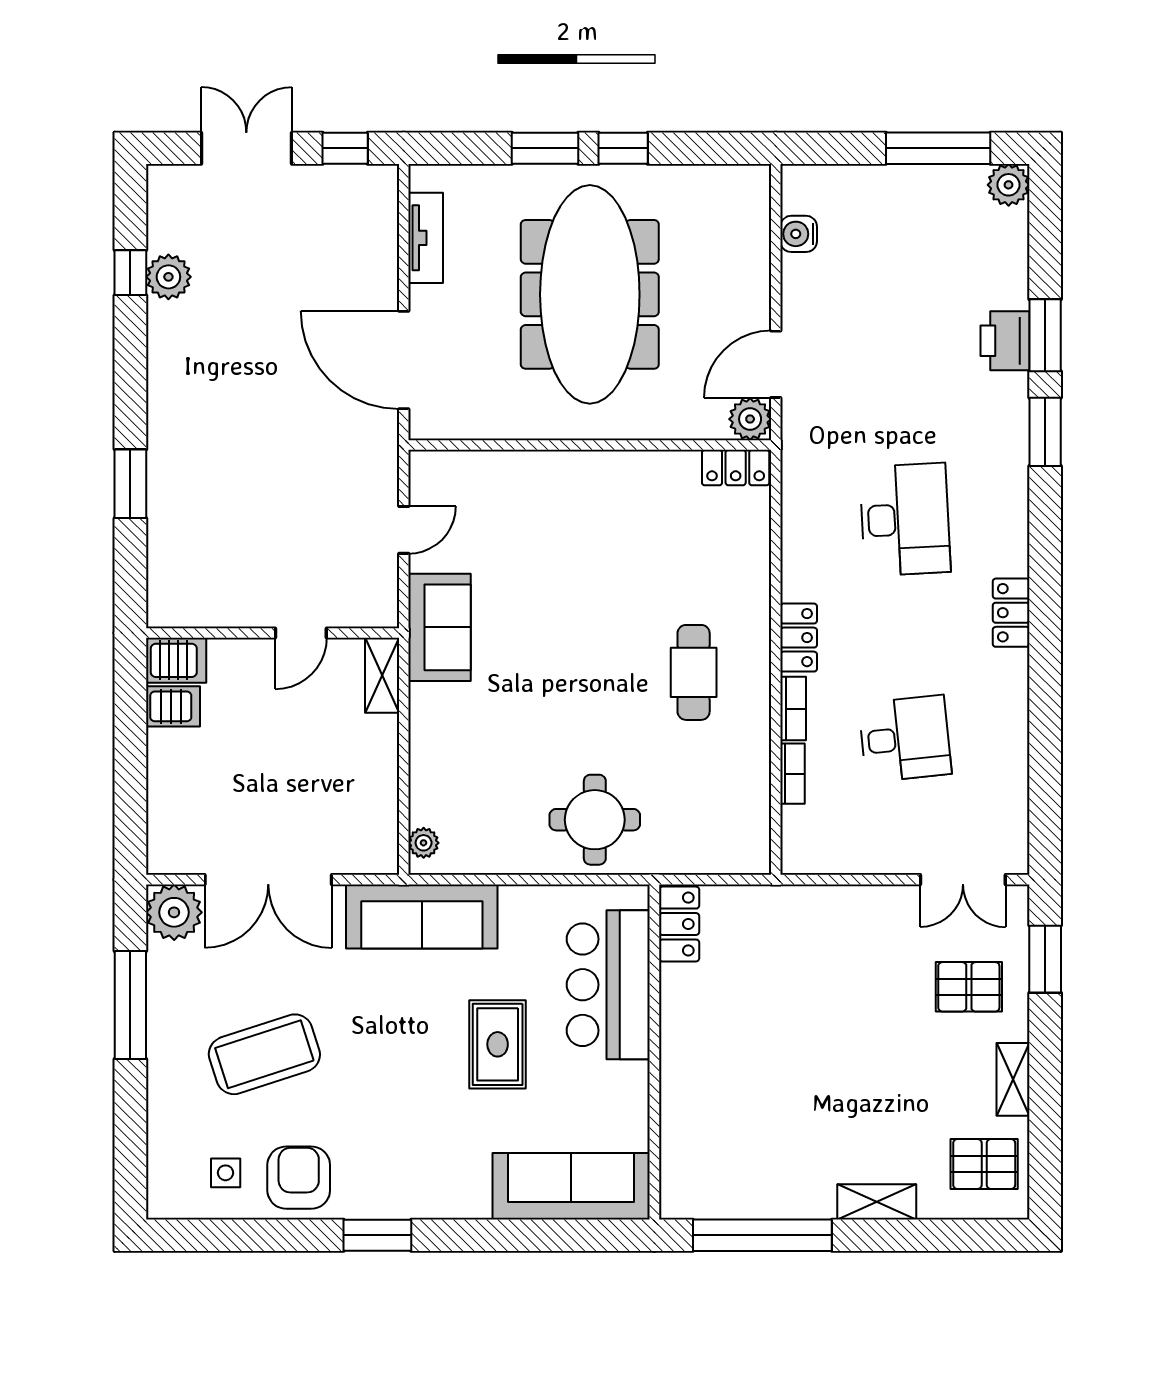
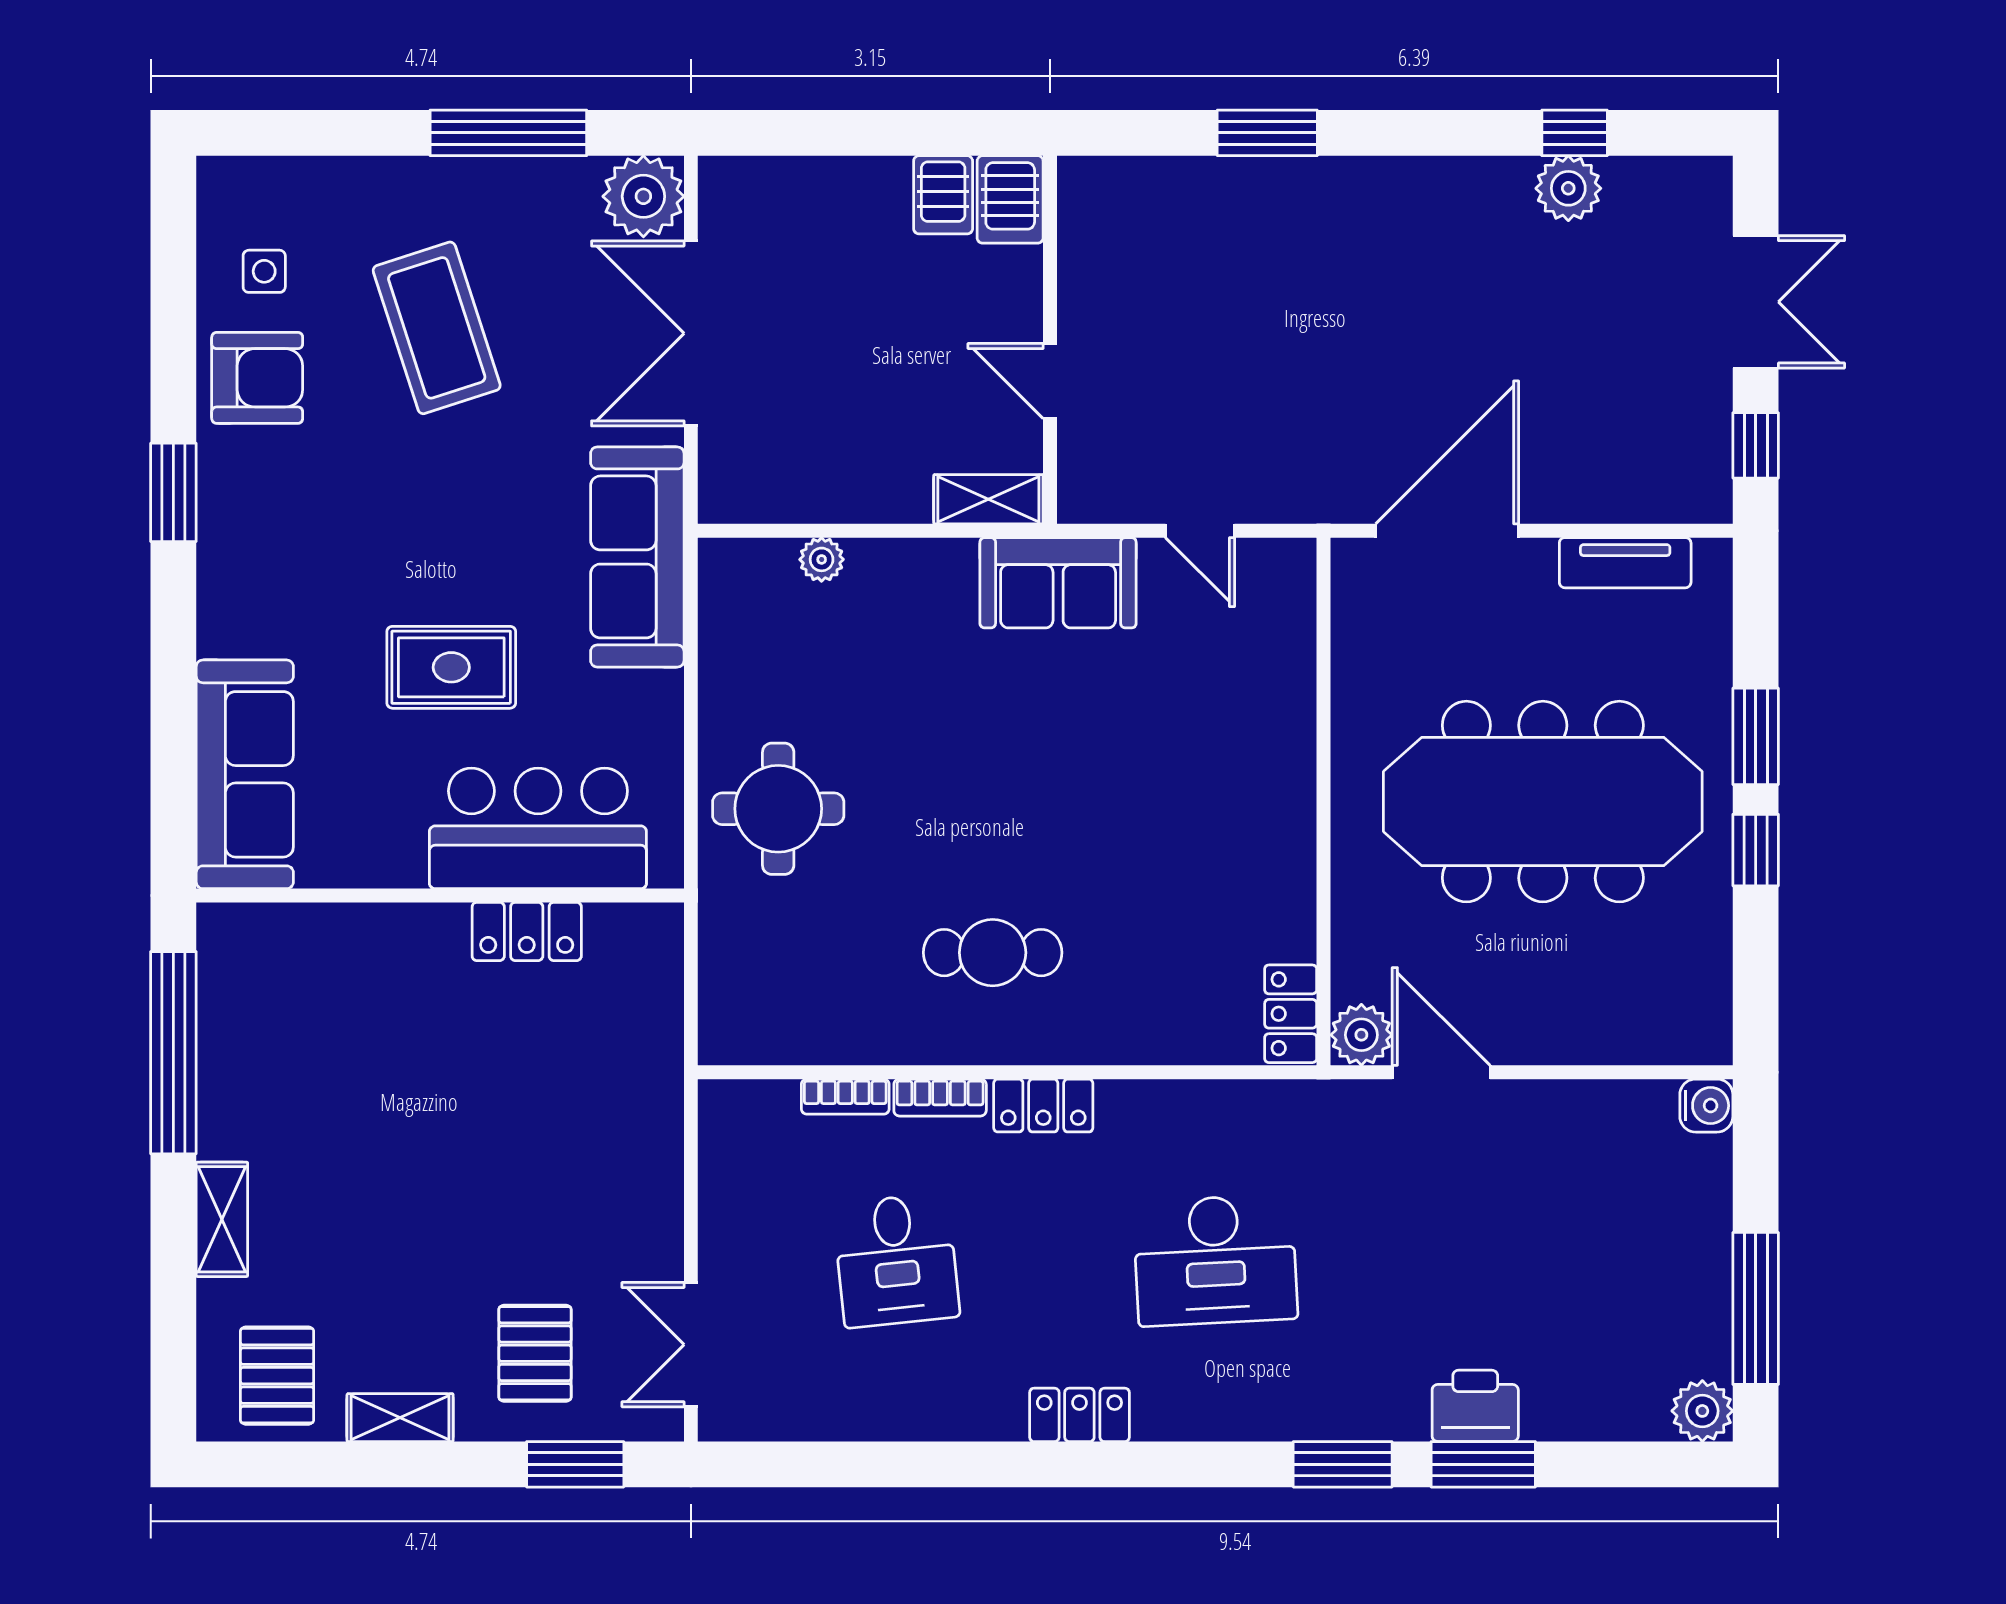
water cooler: (799, 234) -> (1706, 1106), moved, turned 90
plant: (424, 843) -> (822, 559), moved
locker: (679, 924) -> (527, 931), moved

